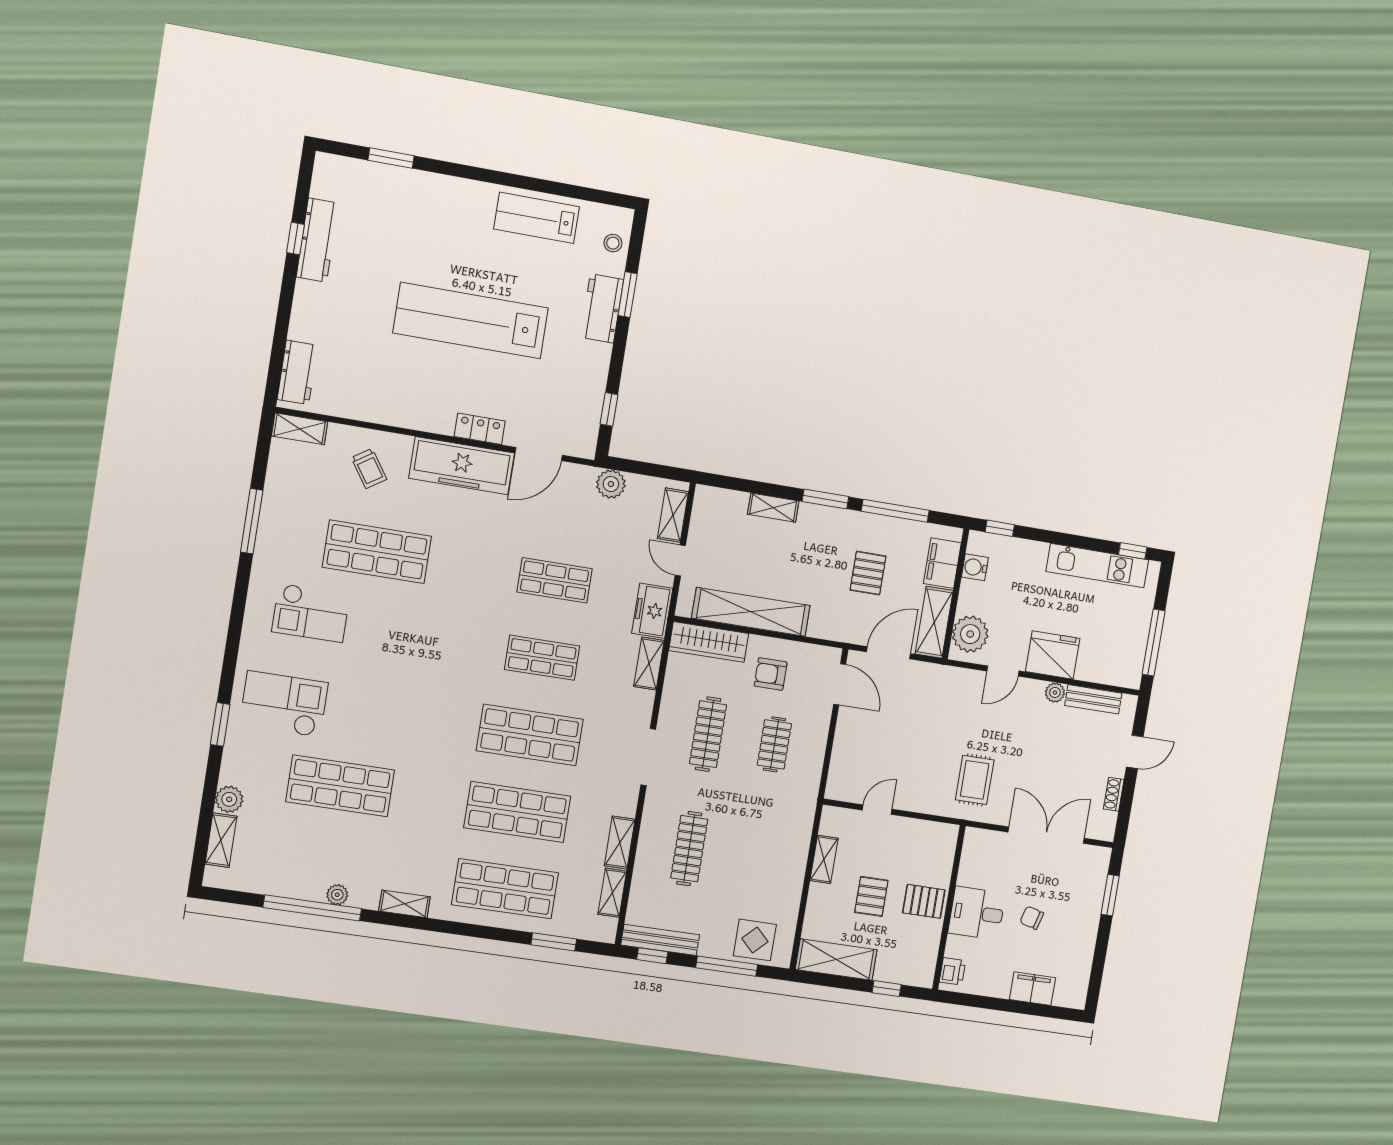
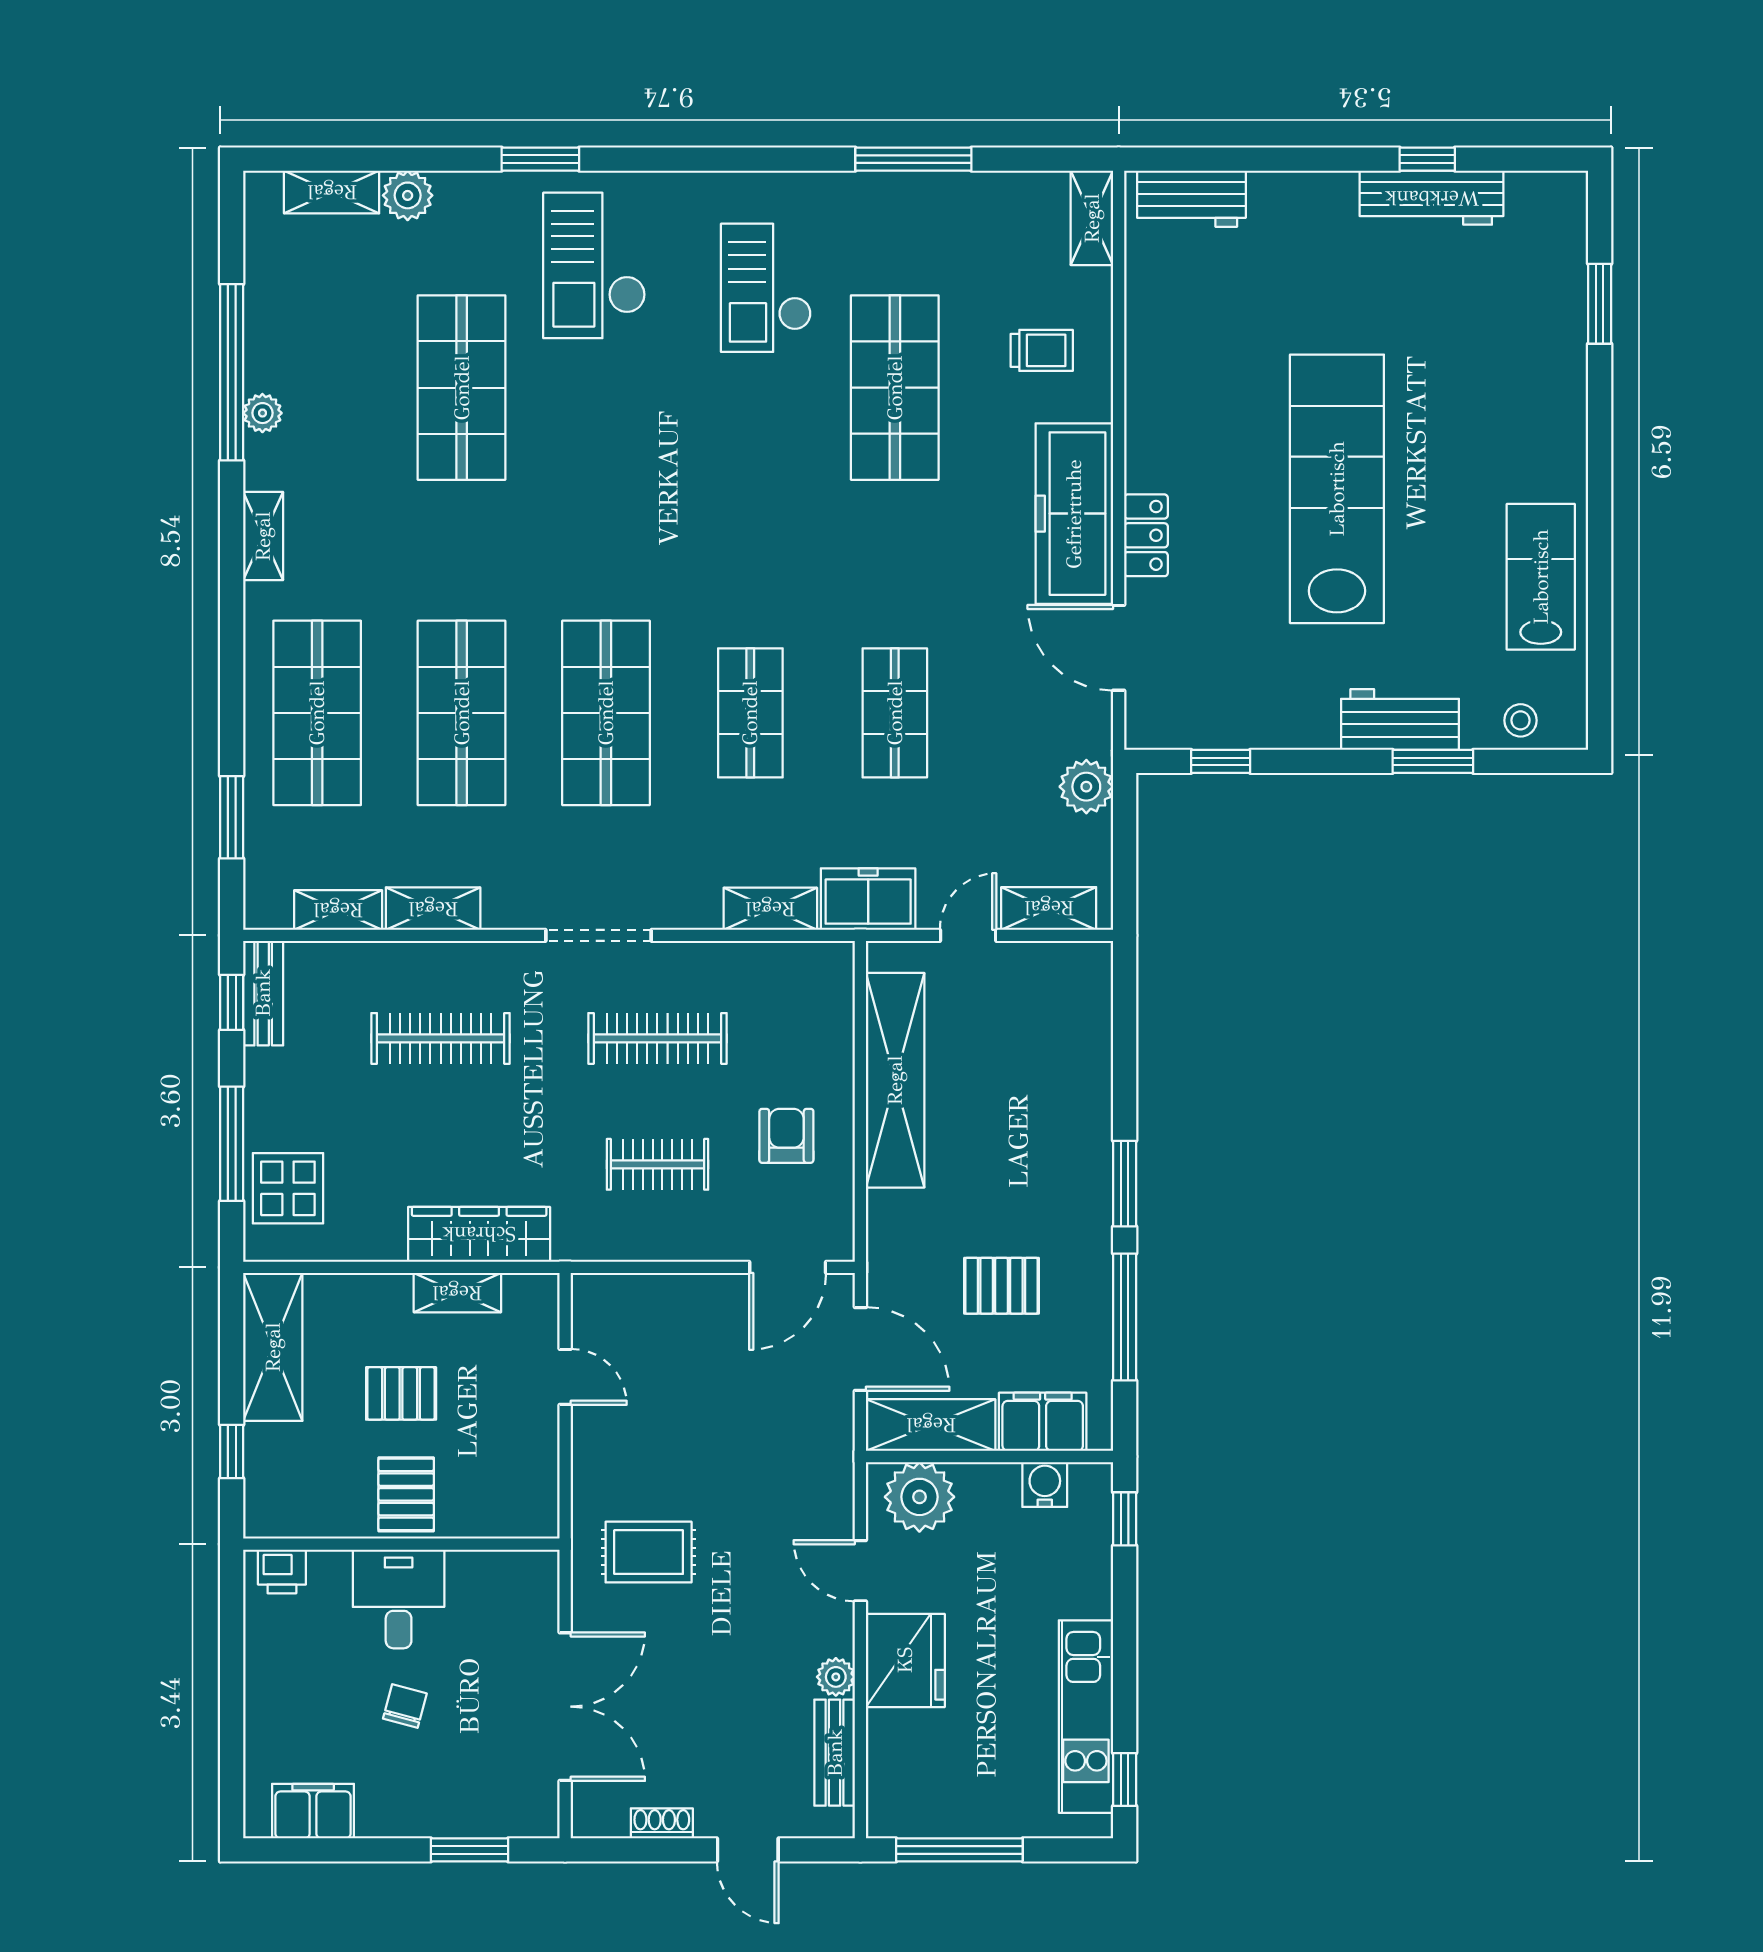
trolley: (369, 468) -> (1042, 350), turned -146
shelving: (773, 508) -> (1093, 1090), removed
wardrobe: (709, 642) -> (479, 1234), moved, turned 90
checkout: (284, 704) -> (594, 265), turned 180
bench: (660, 940) -> (263, 993), width x0.73
filing cabinet: (1032, 989) -> (313, 1811), moved, turned -90

